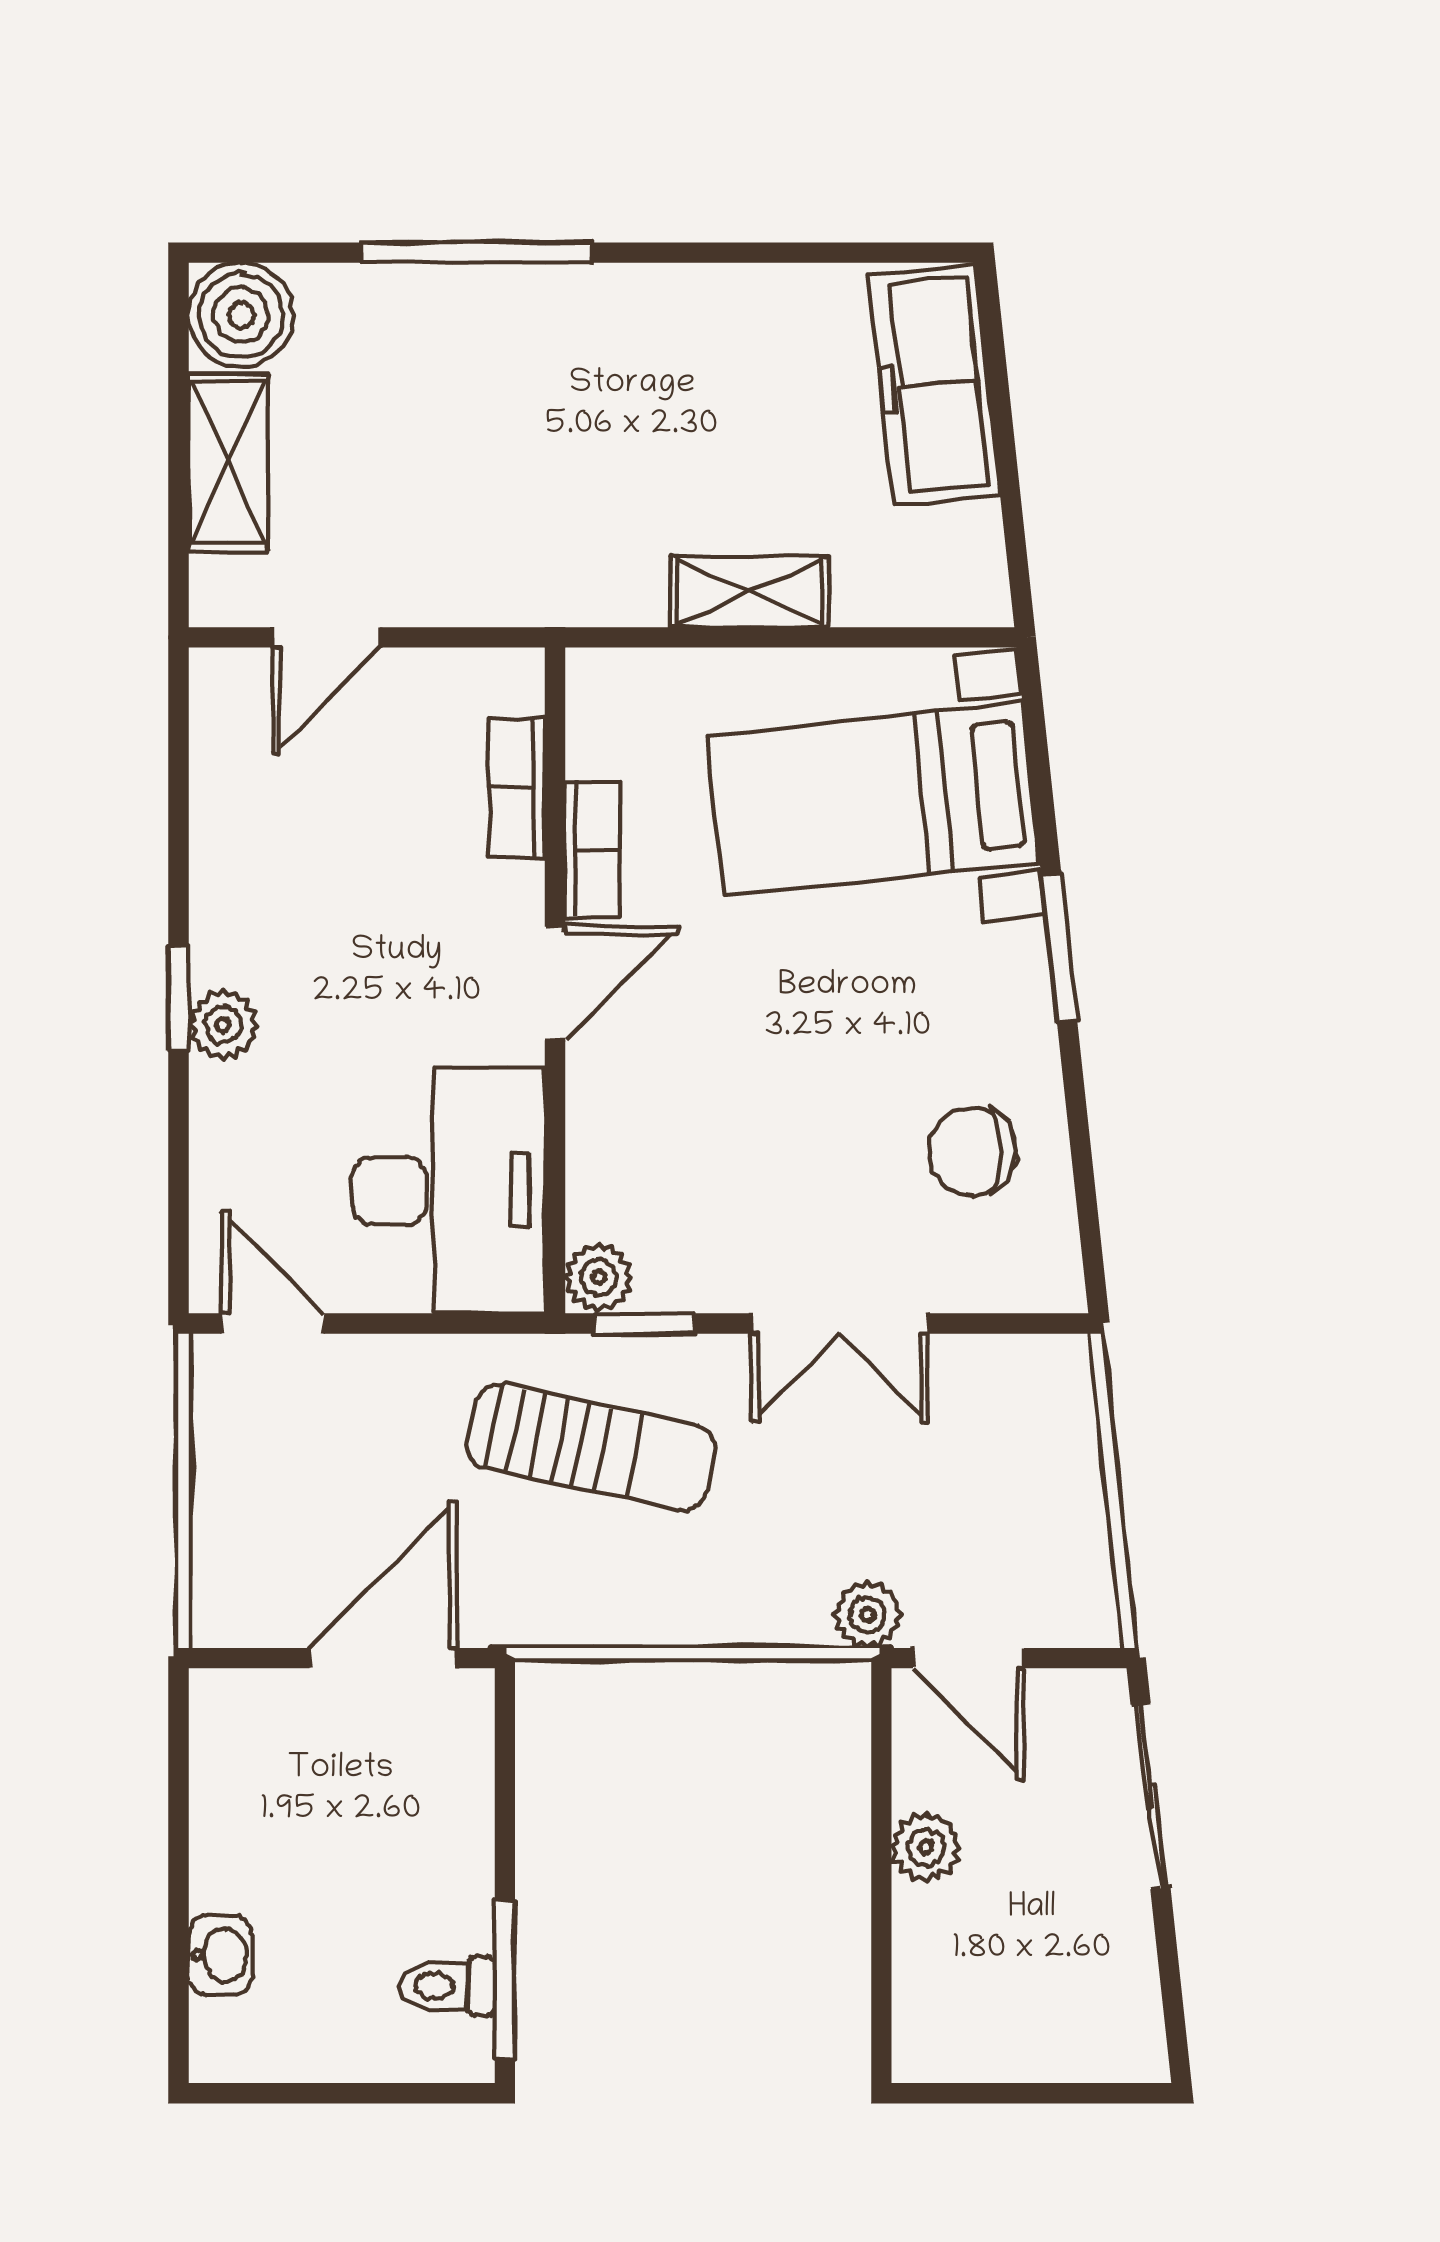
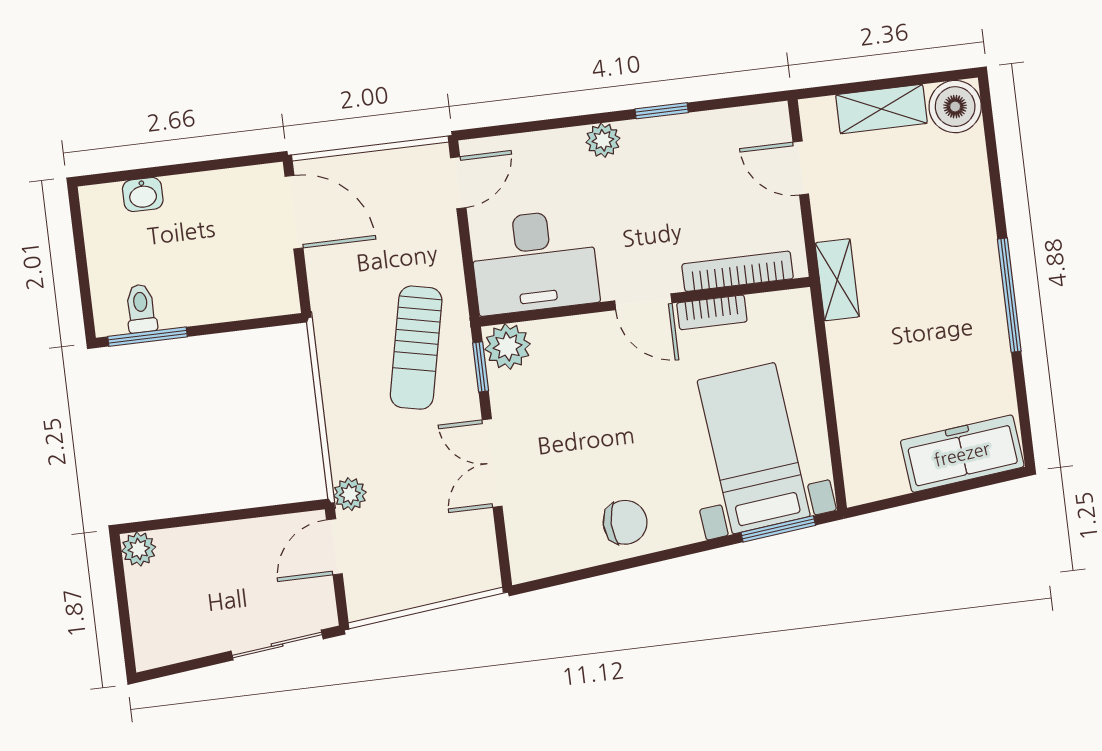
window: (476, 253) -> (1009, 295), moved
shelving: (749, 592) -> (837, 280), moved
bookcase: (517, 788) -> (738, 271), width x1.56
window: (1059, 948) -> (778, 529), moved
window: (178, 999) -> (662, 111), moved
chair: (973, 1151) -> (625, 522), moved, turned 90
plant: (599, 1277) -> (508, 347), width x1.38, depth x1.38
door: (383, 1658) -> (294, 212), moved
plant: (926, 1847) -> (139, 549), moved

